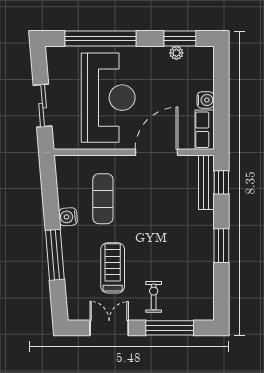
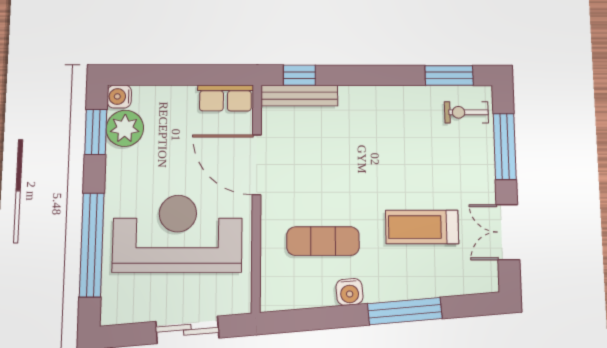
plant: (176, 53) -> (125, 128), width x1.87, depth x1.87
water cooler: (206, 100) -> (119, 96), moved, turned -90
window: (221, 246) -> (449, 75), moved
exercise bike: (154, 297) -> (466, 112), moved

